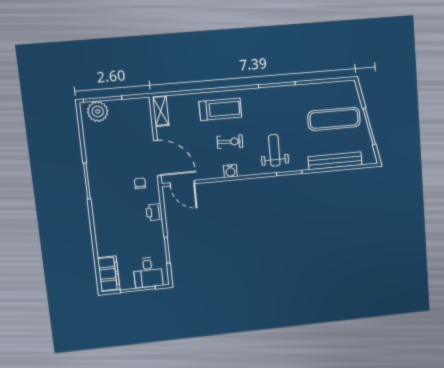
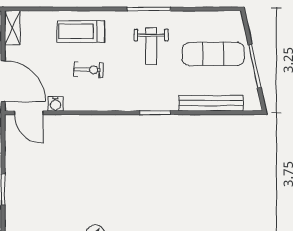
treadmill: (220, 109) -> (81, 32), turned 180
weight bench: (274, 150) -> (151, 46), moved, turned 180
water cooler: (230, 171) -> (56, 104), moved

